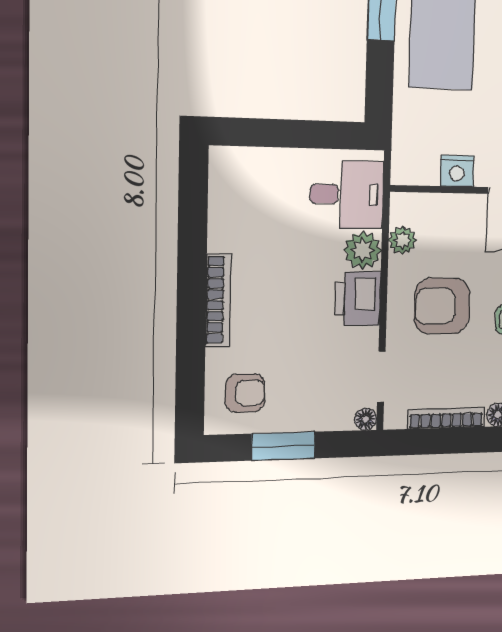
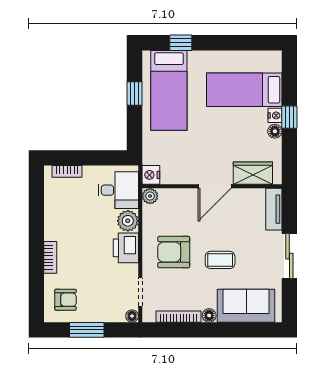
bookcase: (253, 158) -> (67, 171), added
nightstand: (457, 171) -> (151, 175), moved, turned 90
plant: (402, 240) -> (150, 196), moved
bookcase: (218, 300) -> (50, 257), width x0.64

